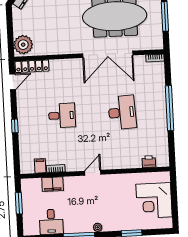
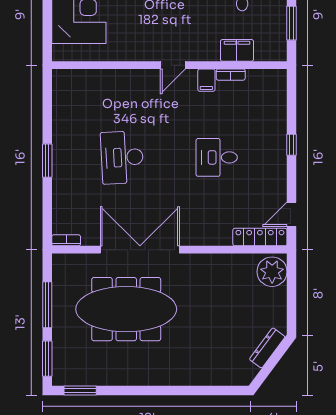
window: (170, 108) -> (47, 161), width x0.47
printer: (149, 162) -> (84, 78), removed
filing cabinet: (40, 166) -> (206, 80), moved

